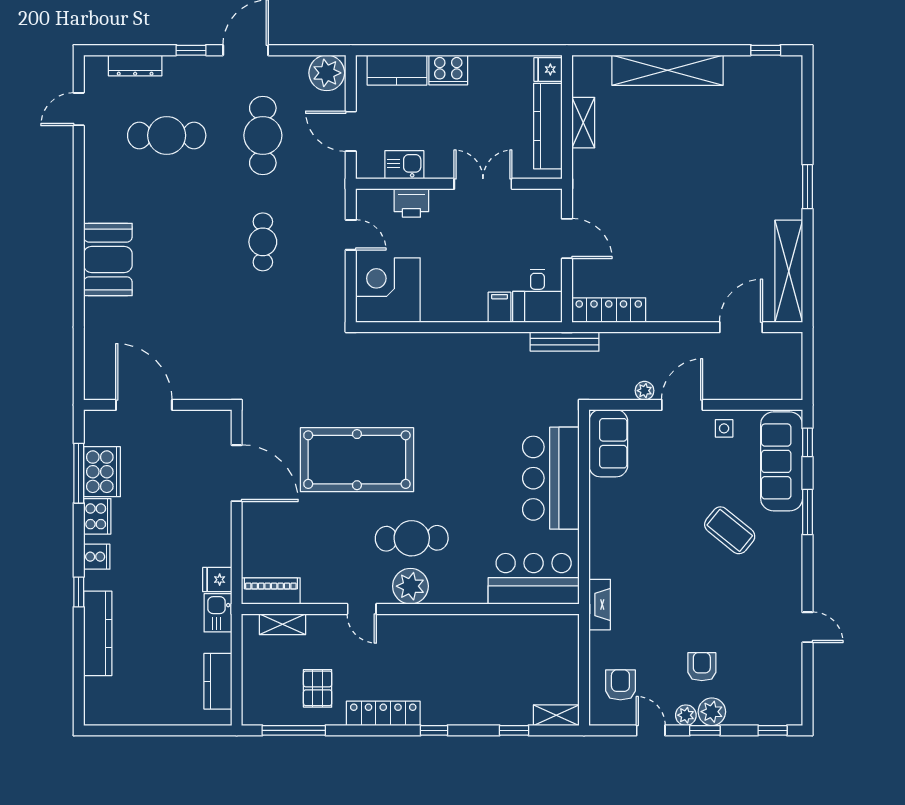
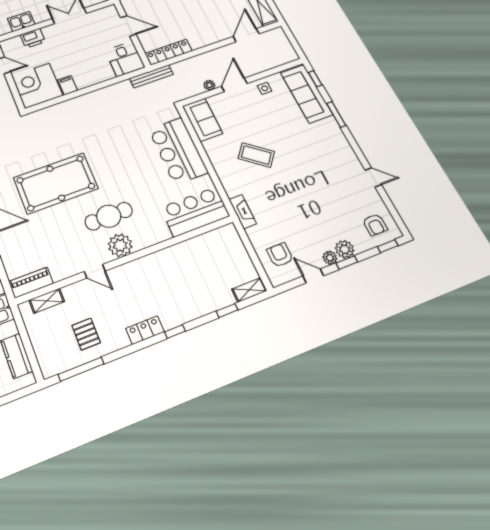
filing cabinet: (499, 307) -> (68, 85), moved
coffee table: (730, 530) -> (256, 155), moved
armchair: (702, 667) -> (375, 225), moved, turned 180
locker: (383, 713) -> (145, 330), width x0.66

